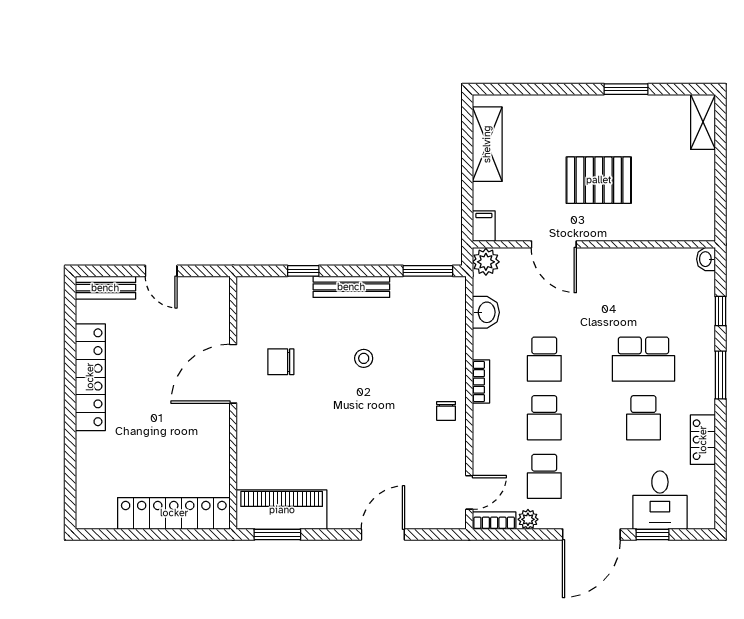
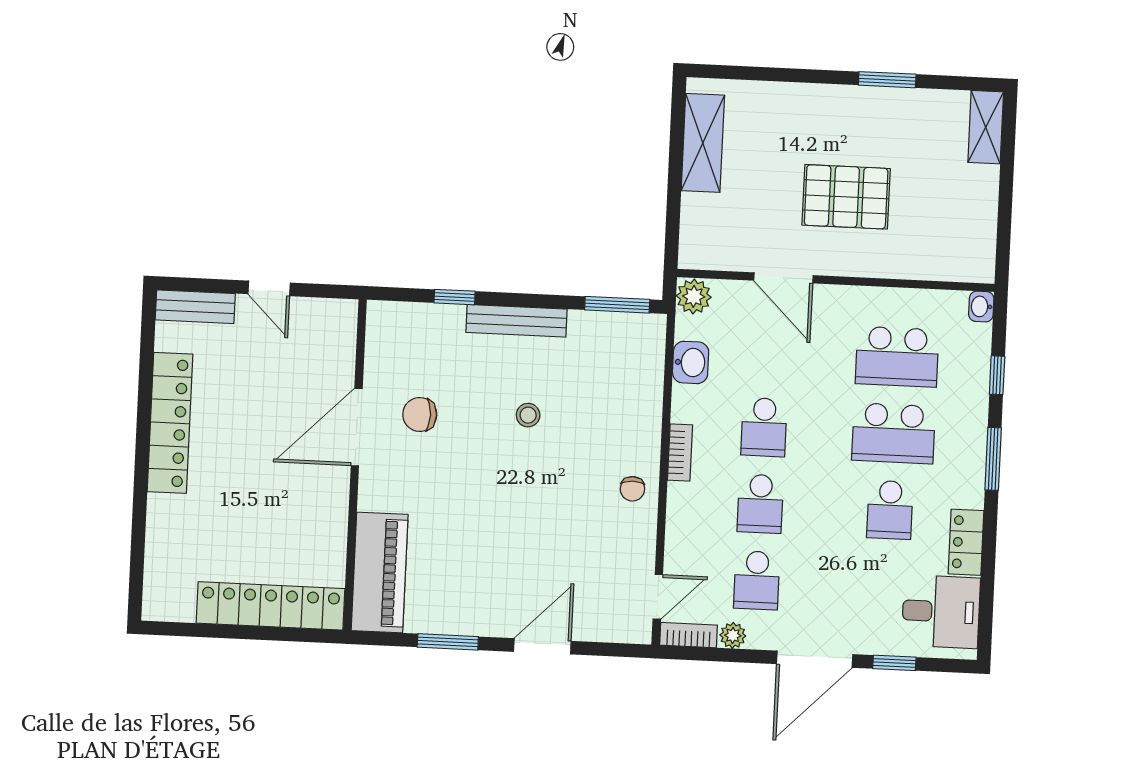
filing cabinet: (484, 226) -> (693, 250), removed
school desk: (643, 300) -> (897, 357), added
desk: (660, 500) -> (941, 612), moved, turned -90
piano: (282, 510) -> (380, 572), moved, turned 90
window: (277, 535) -> (448, 642), moved

